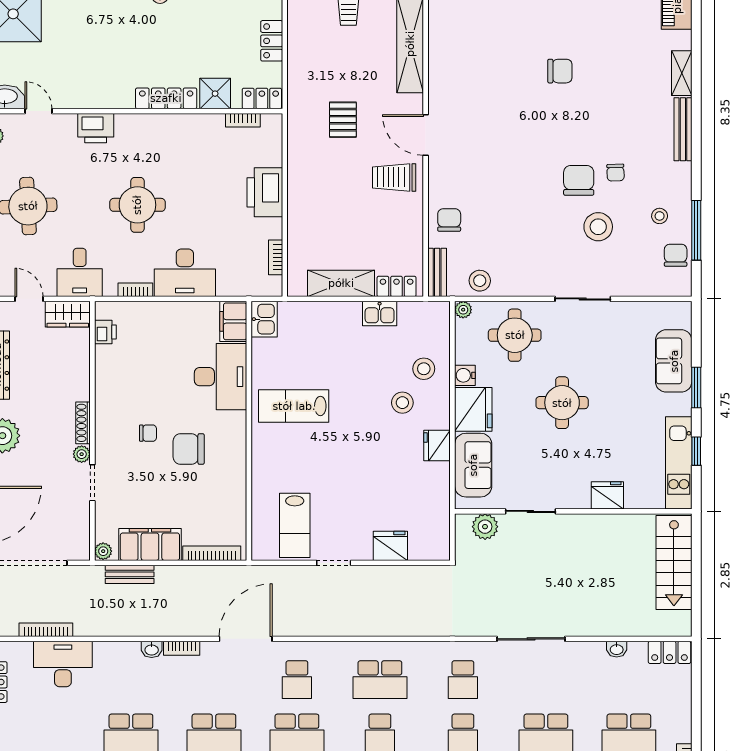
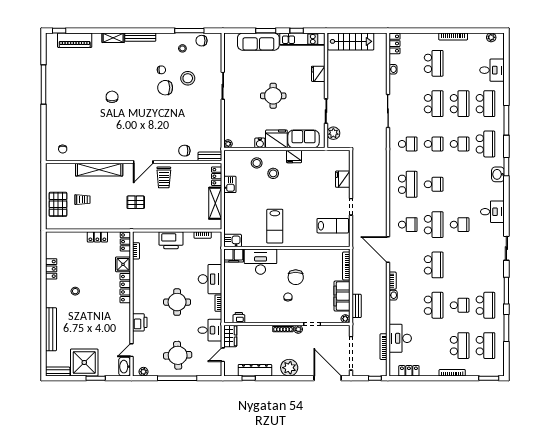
stool: (480, 281) -> (214, 136), removed
round table: (515, 335) -> (240, 119), removed
sofa: (674, 361) -> (258, 42), width x1.36

